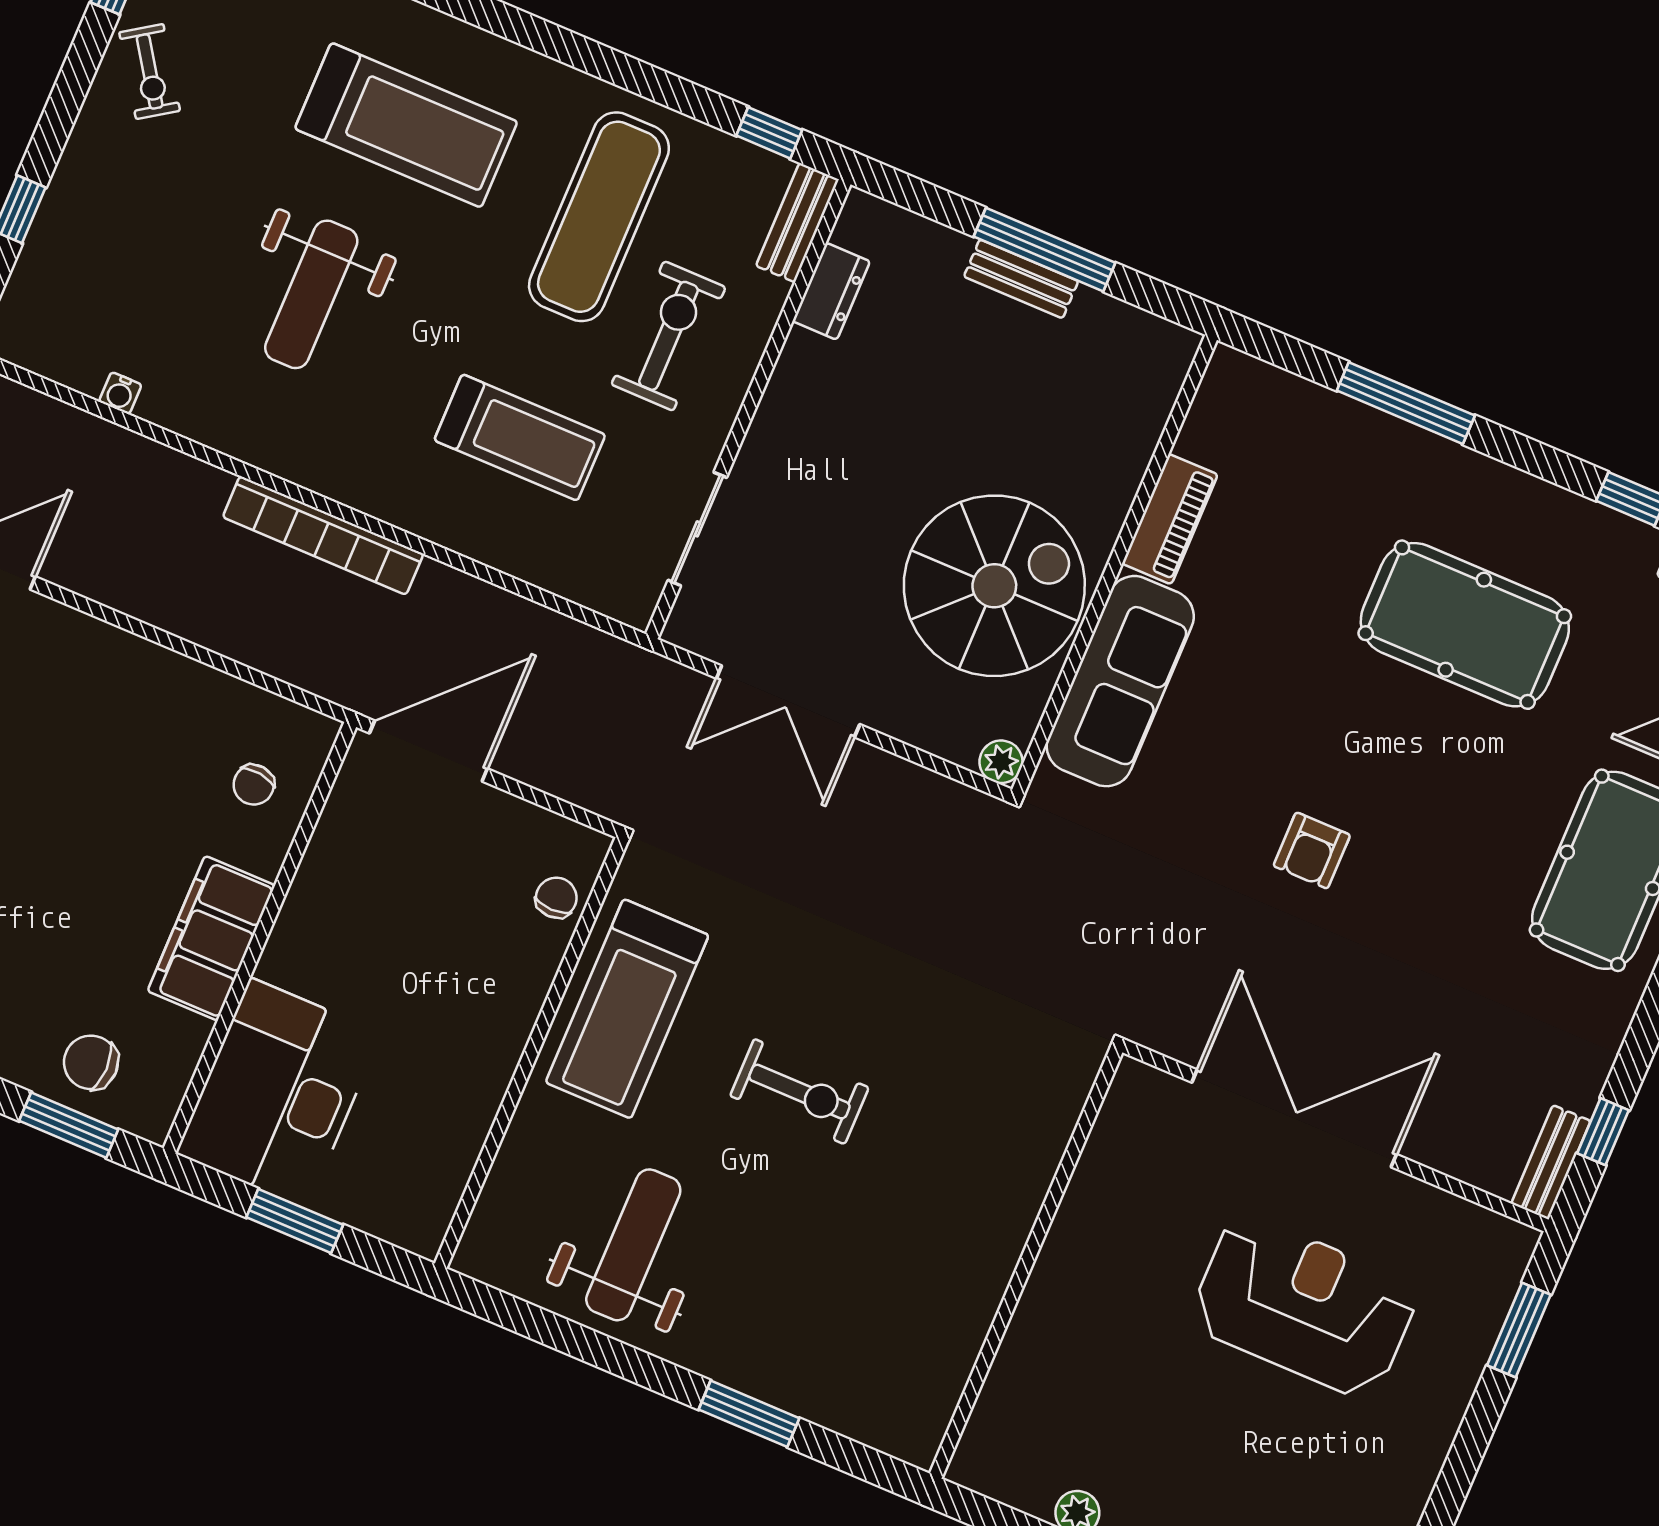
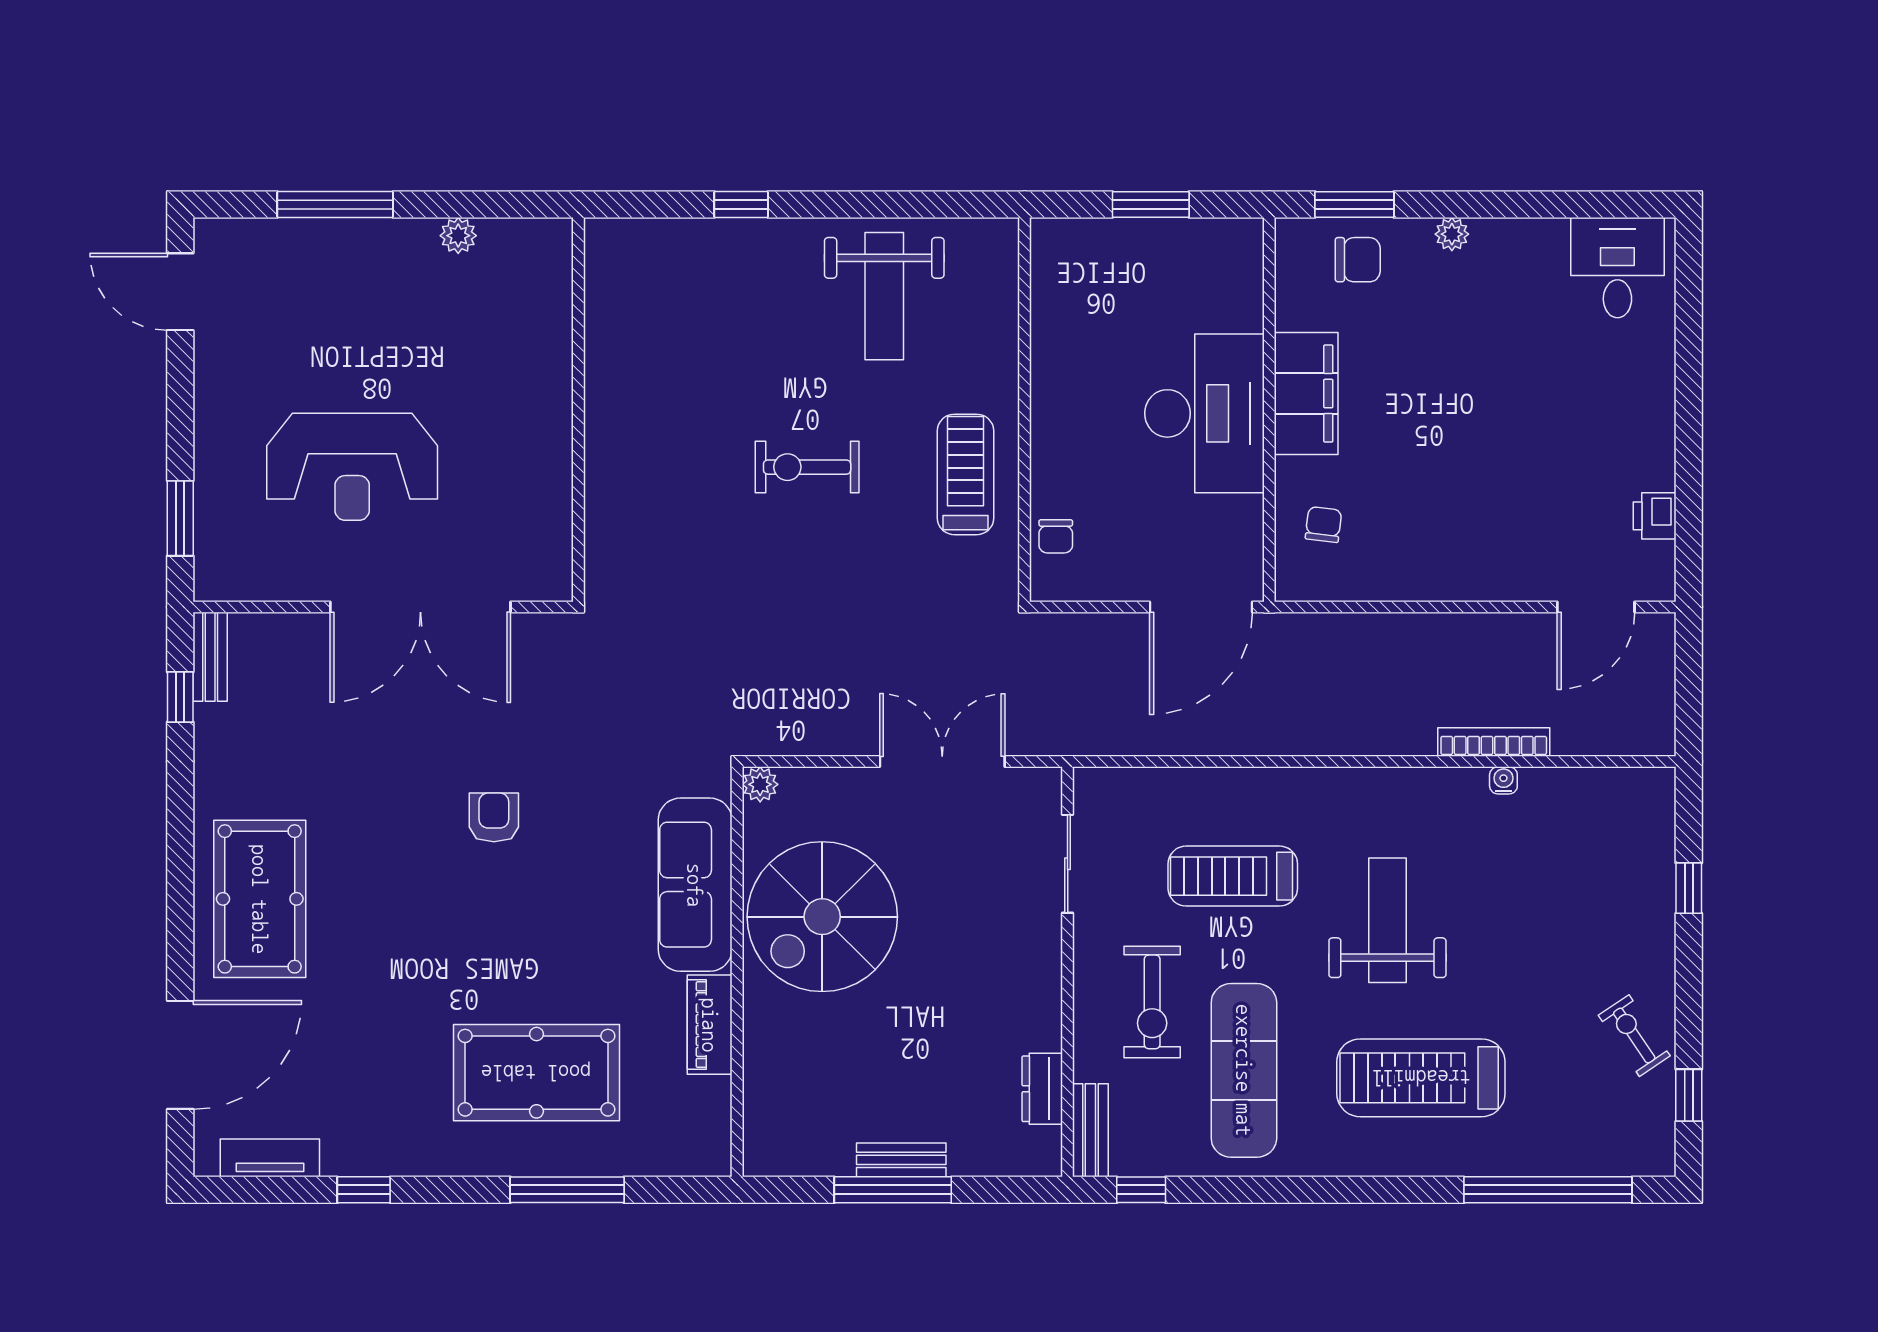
weight bench: (311, 294) -> (1387, 920), moved
water cooler: (120, 393) -> (1503, 780), moved
bookcase: (323, 535) -> (1494, 742), moved, width x0.68, depth x0.76
pool table: (1465, 625) -> (536, 1073), moved
treadmill: (627, 1009) -> (966, 474), width x0.73, depth x0.73
desk: (279, 1093) -> (1204, 413), moved
window: (749, 1414) -> (741, 205), width x0.67

